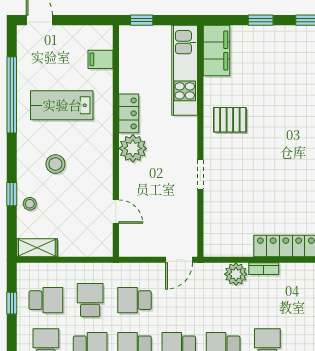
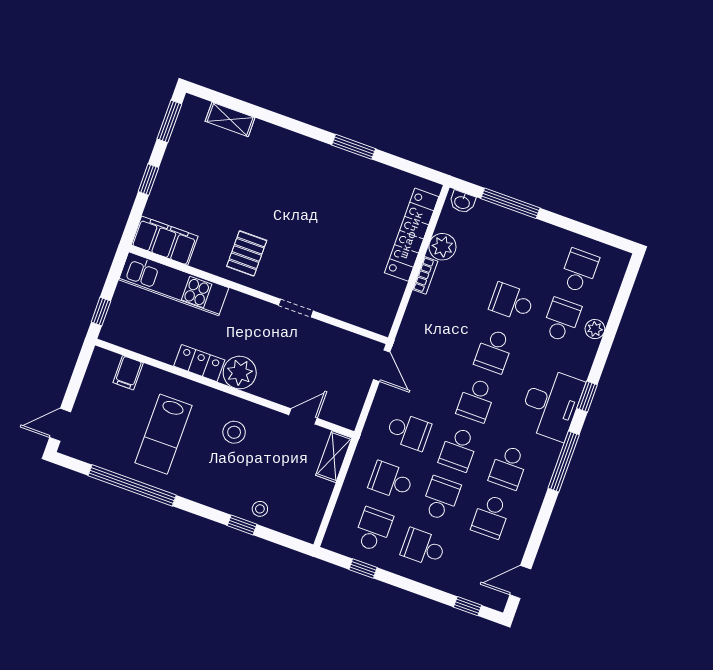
stool: (55, 164) -> (234, 432), moved
shelving: (37, 248) -> (334, 457), moved
plant: (236, 274) -> (442, 247), moved
school desk: (134, 300) -> (409, 431), turned -90

